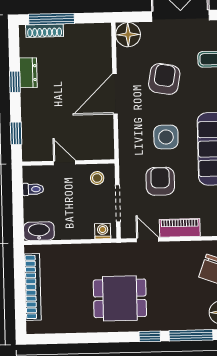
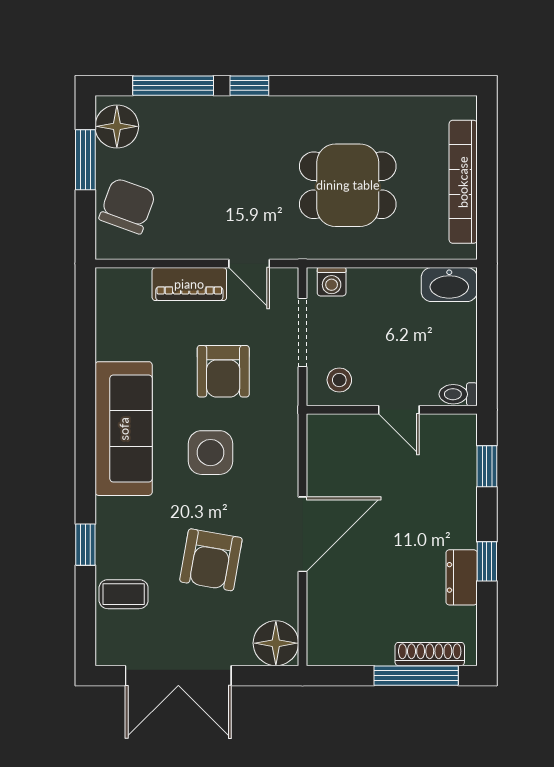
toilet: (33, 189) -> (458, 394), moved
dining table: (120, 298) -> (348, 185), moved

